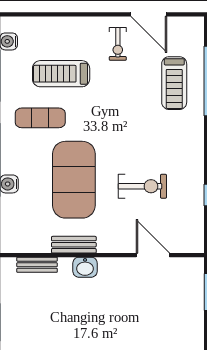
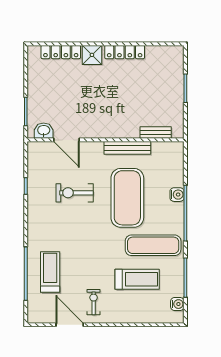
exercise mat: (40, 118) -> (153, 245), width x1.36, depth x1.45
bench: (74, 245) -> (127, 148), width x1.36
washbasin: (85, 267) -> (44, 131), moved

